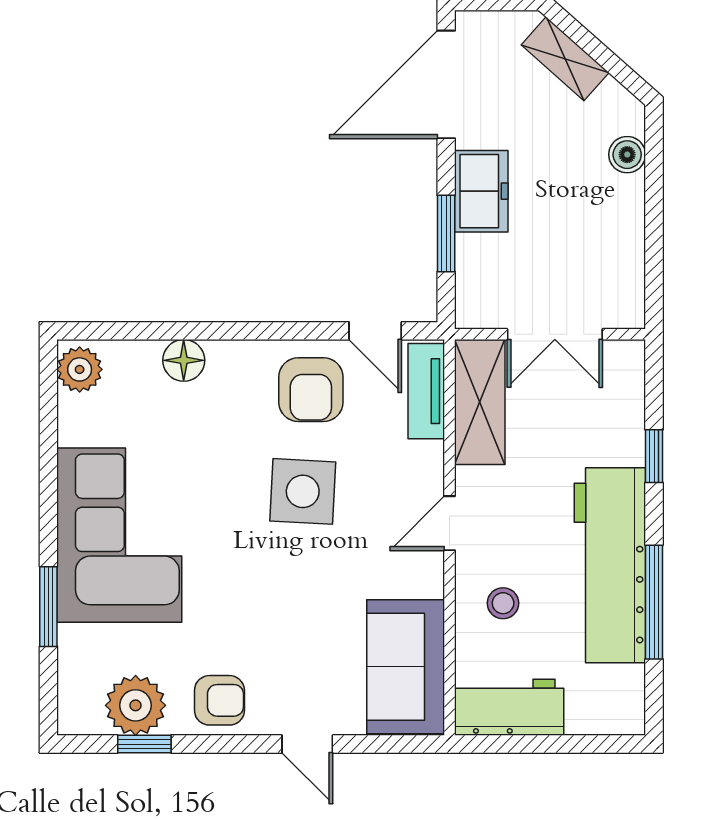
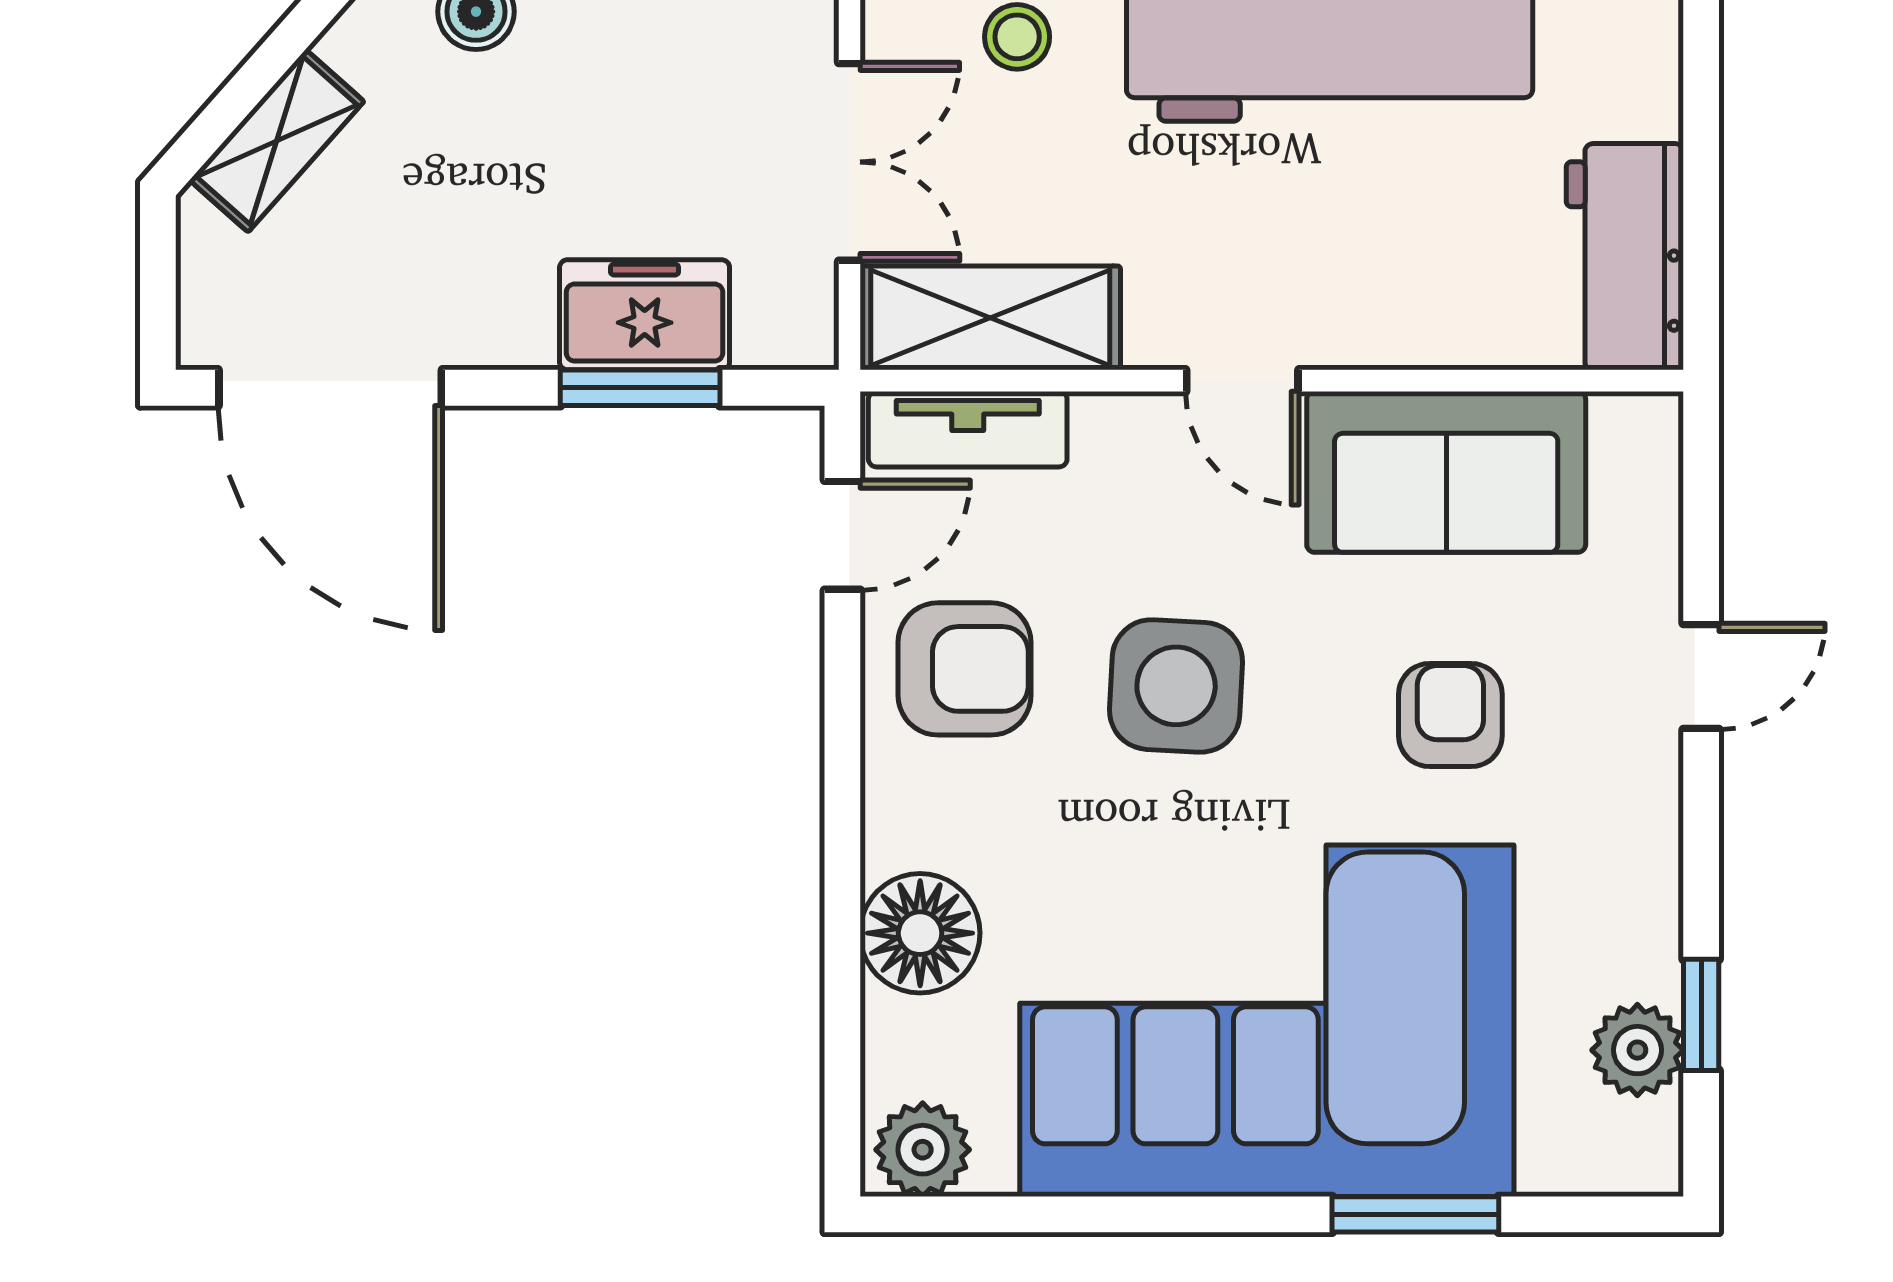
freezer: (481, 191) -> (645, 315), moved
floor lamp: (184, 360) -> (920, 933), width x1.38, depth x1.38
corner sofa: (119, 535) -> (1267, 1021), width x1.36, depth x1.36
stool: (503, 603) -> (1017, 37), moved
sofa: (406, 667) -> (1446, 472), moved
armchair: (219, 700) -> (1450, 715), moved
plant: (136, 705) -> (1637, 1050), width x0.73, depth x0.73

